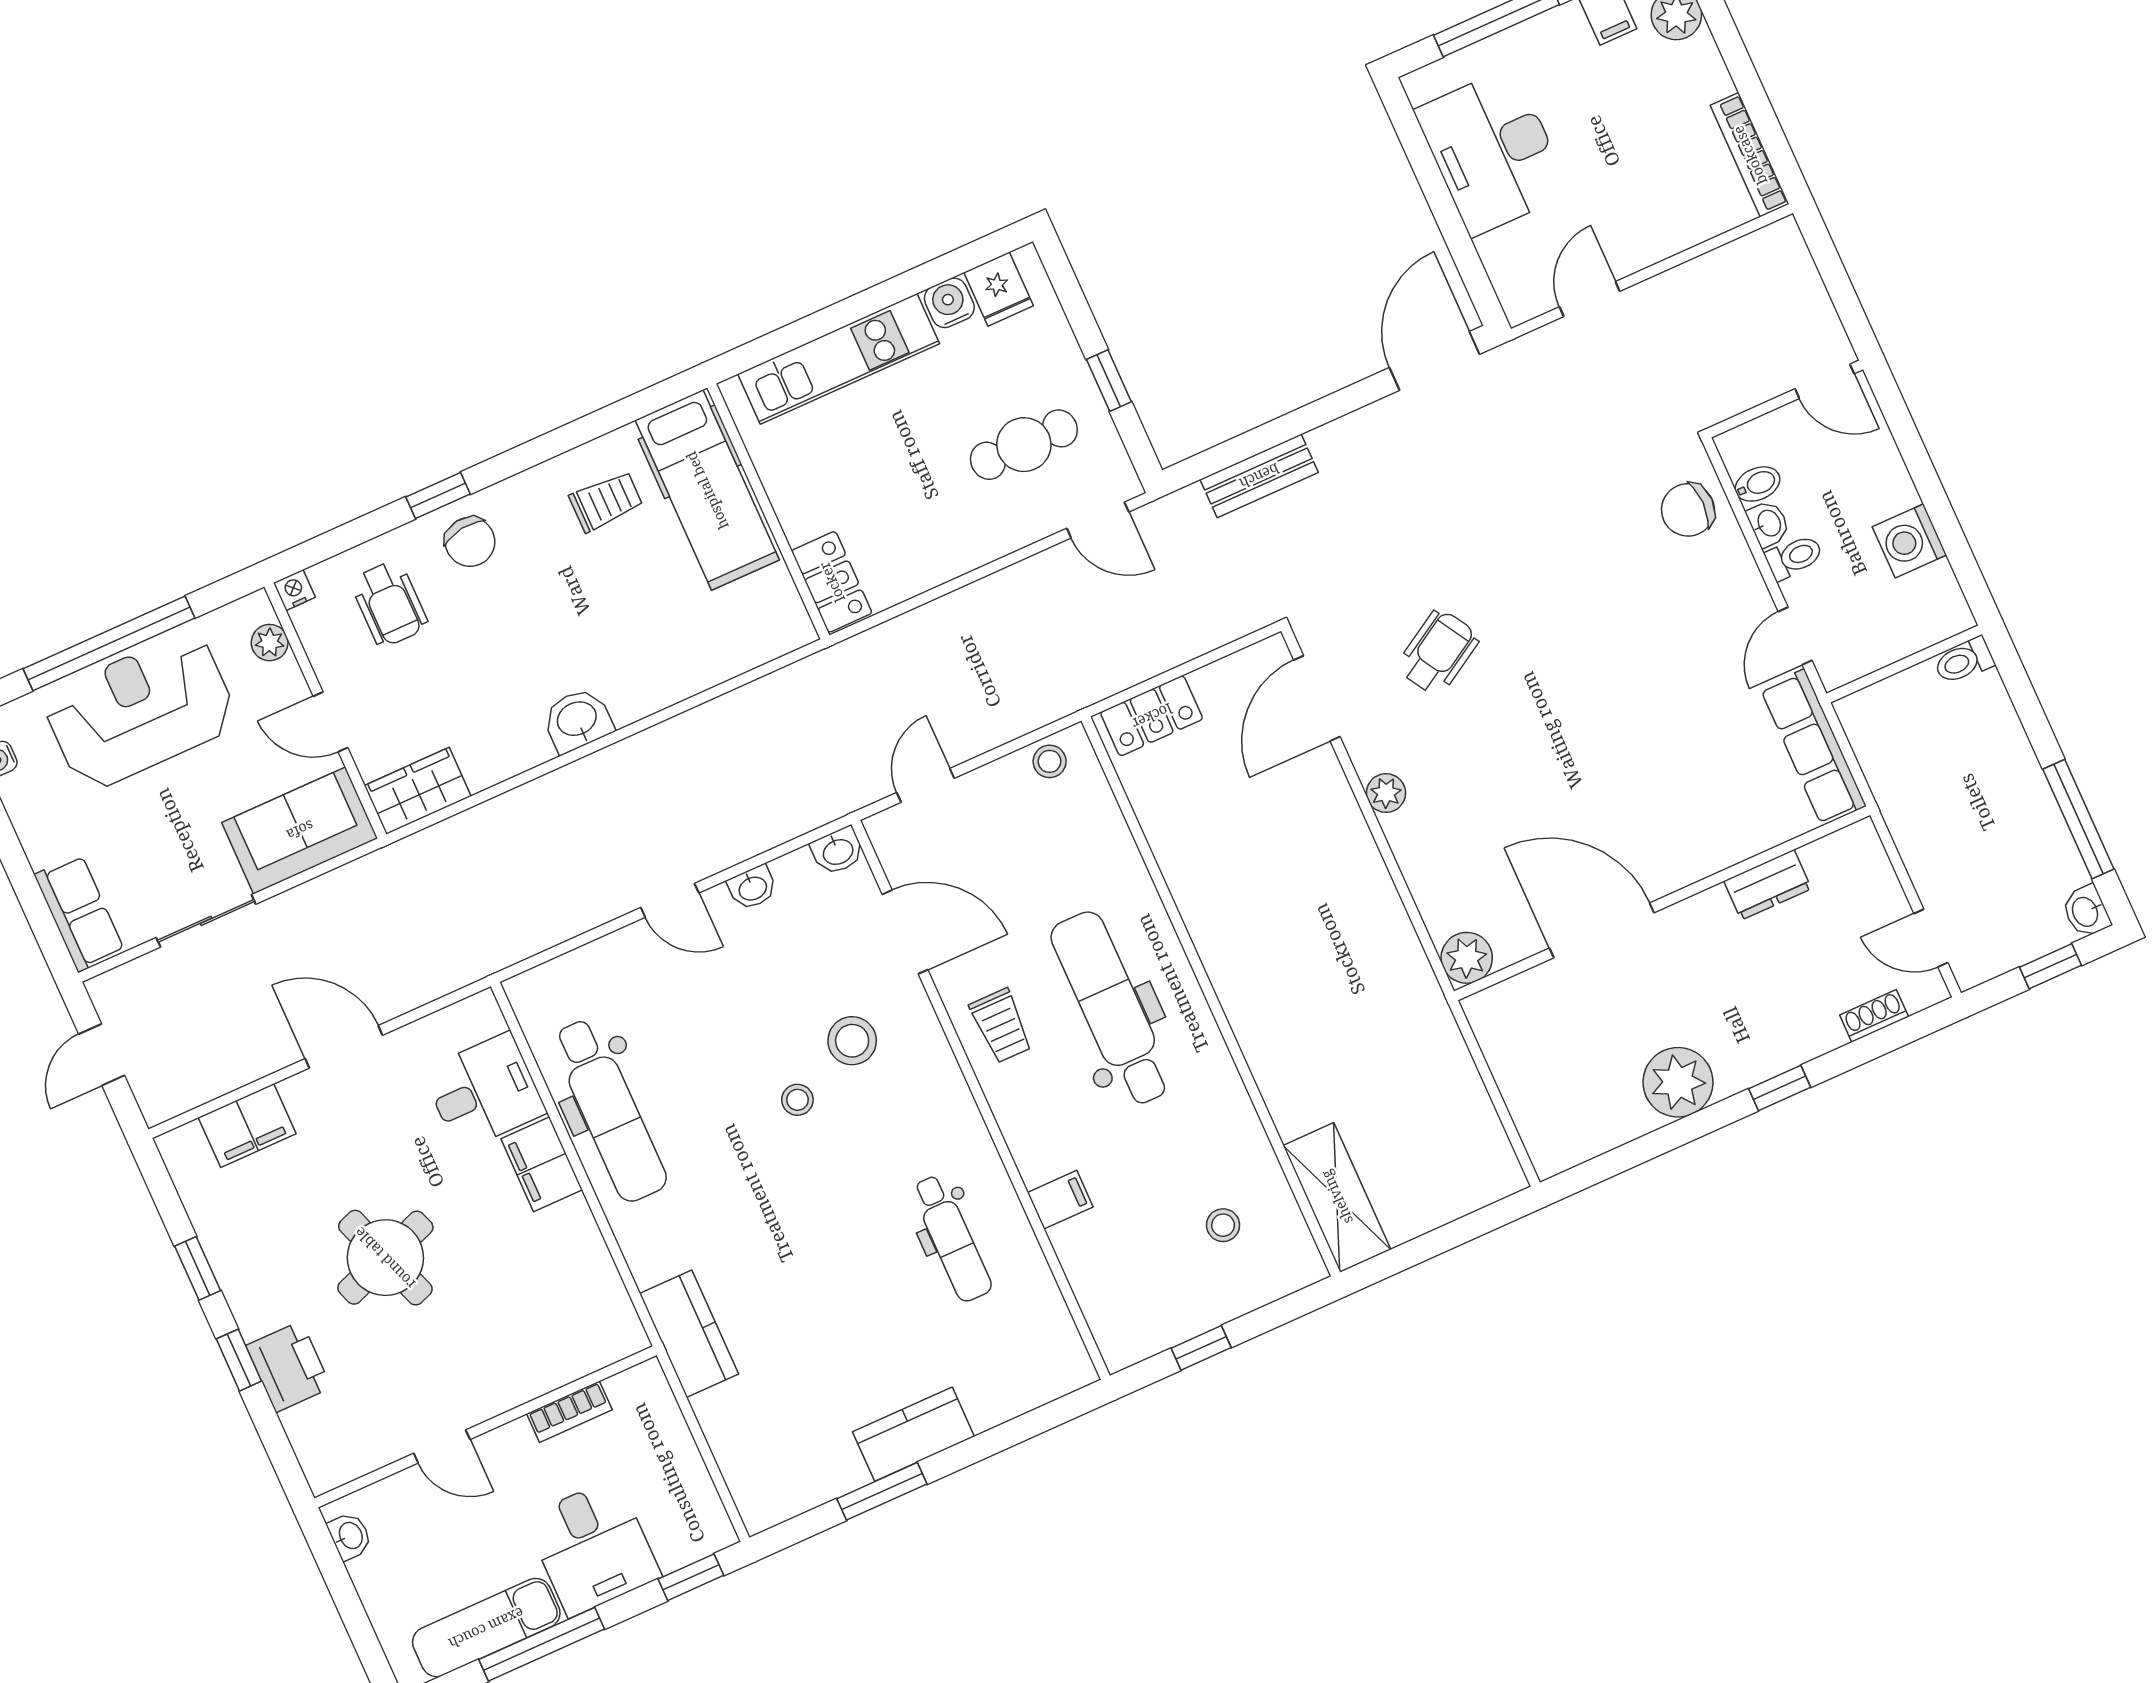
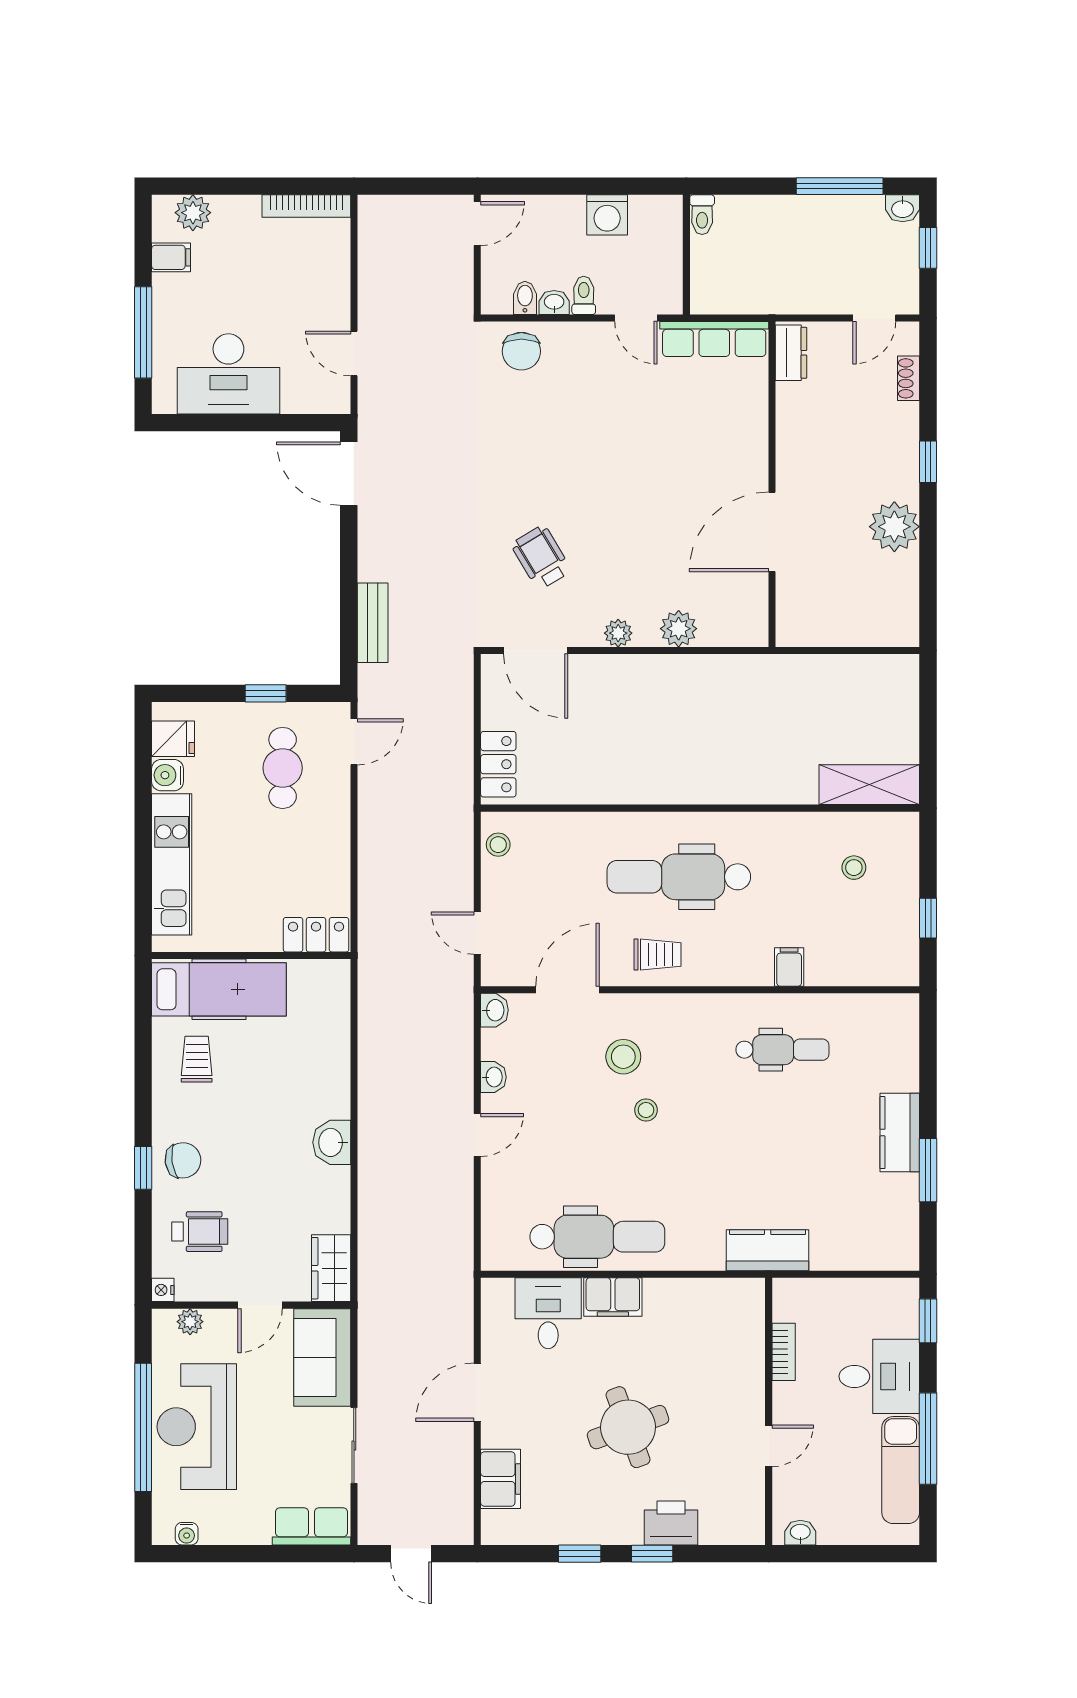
dresser: (1768, 885) -> (791, 353), moved
plant: (1467, 958) -> (679, 629), moved

